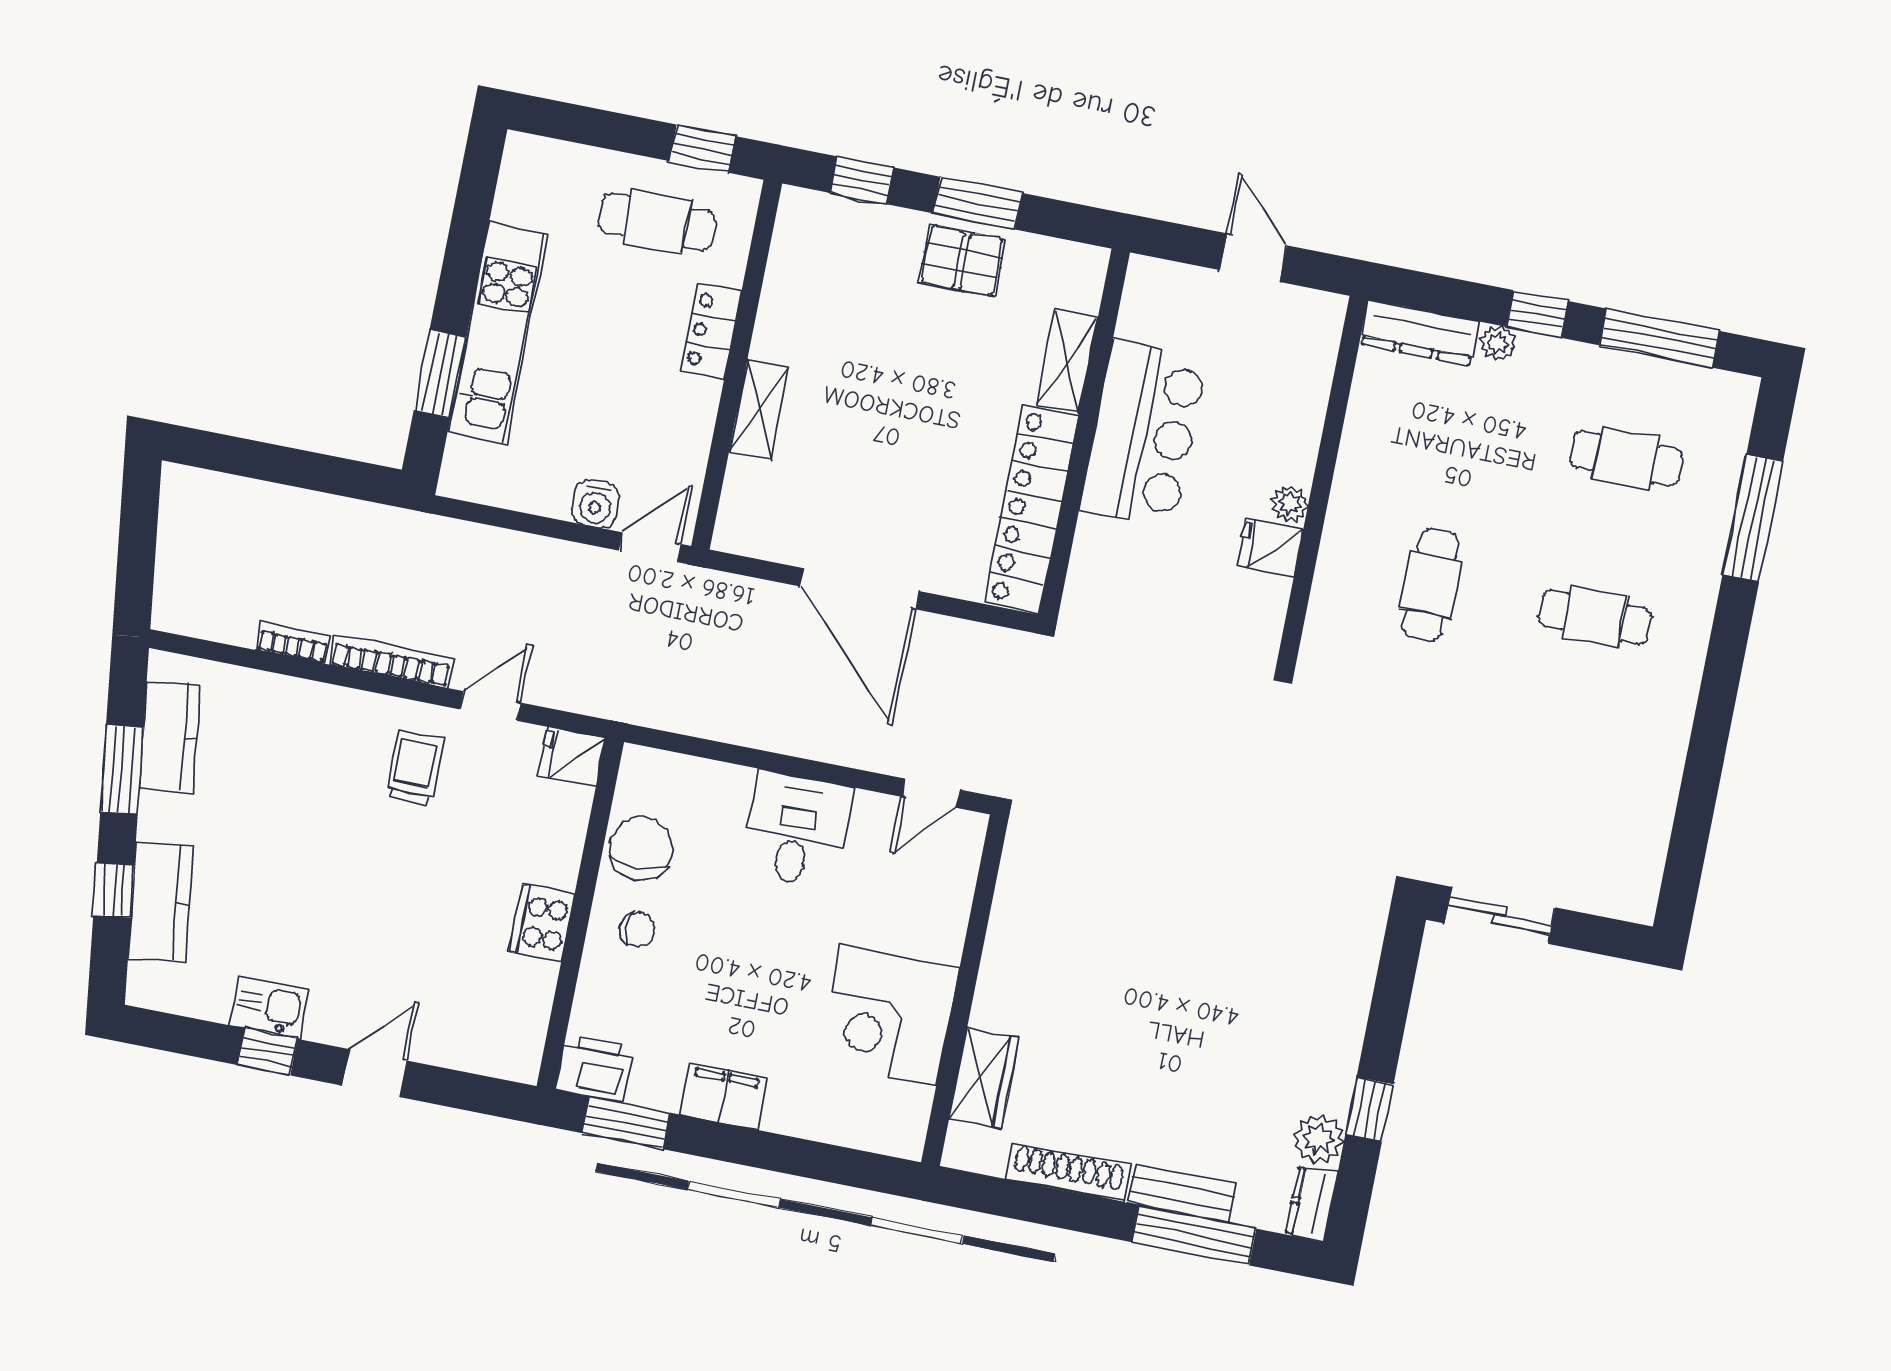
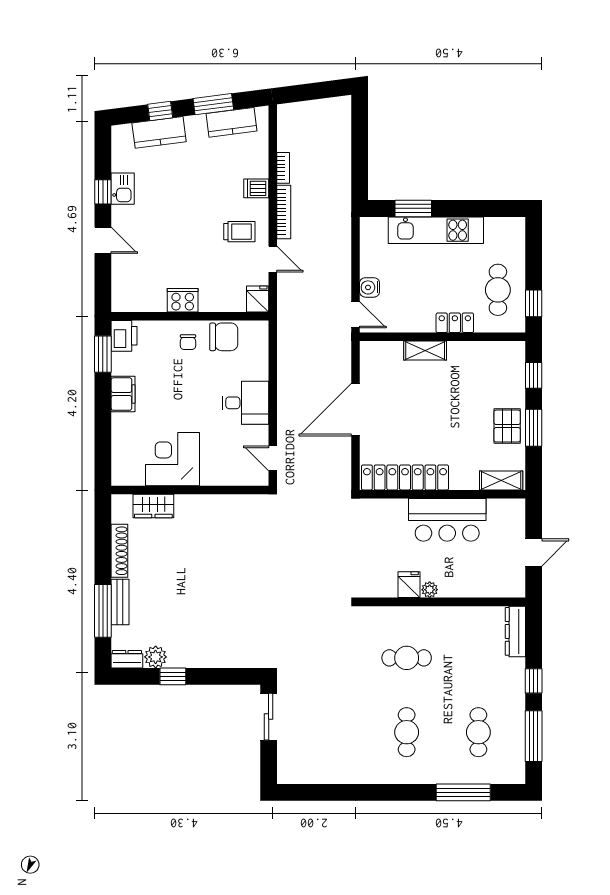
plant: (1498, 343) -> (517, 666), removed
shelving: (1067, 361) -> (501, 480), moved
dishwasher: (327, 712) -> (256, 188), added

